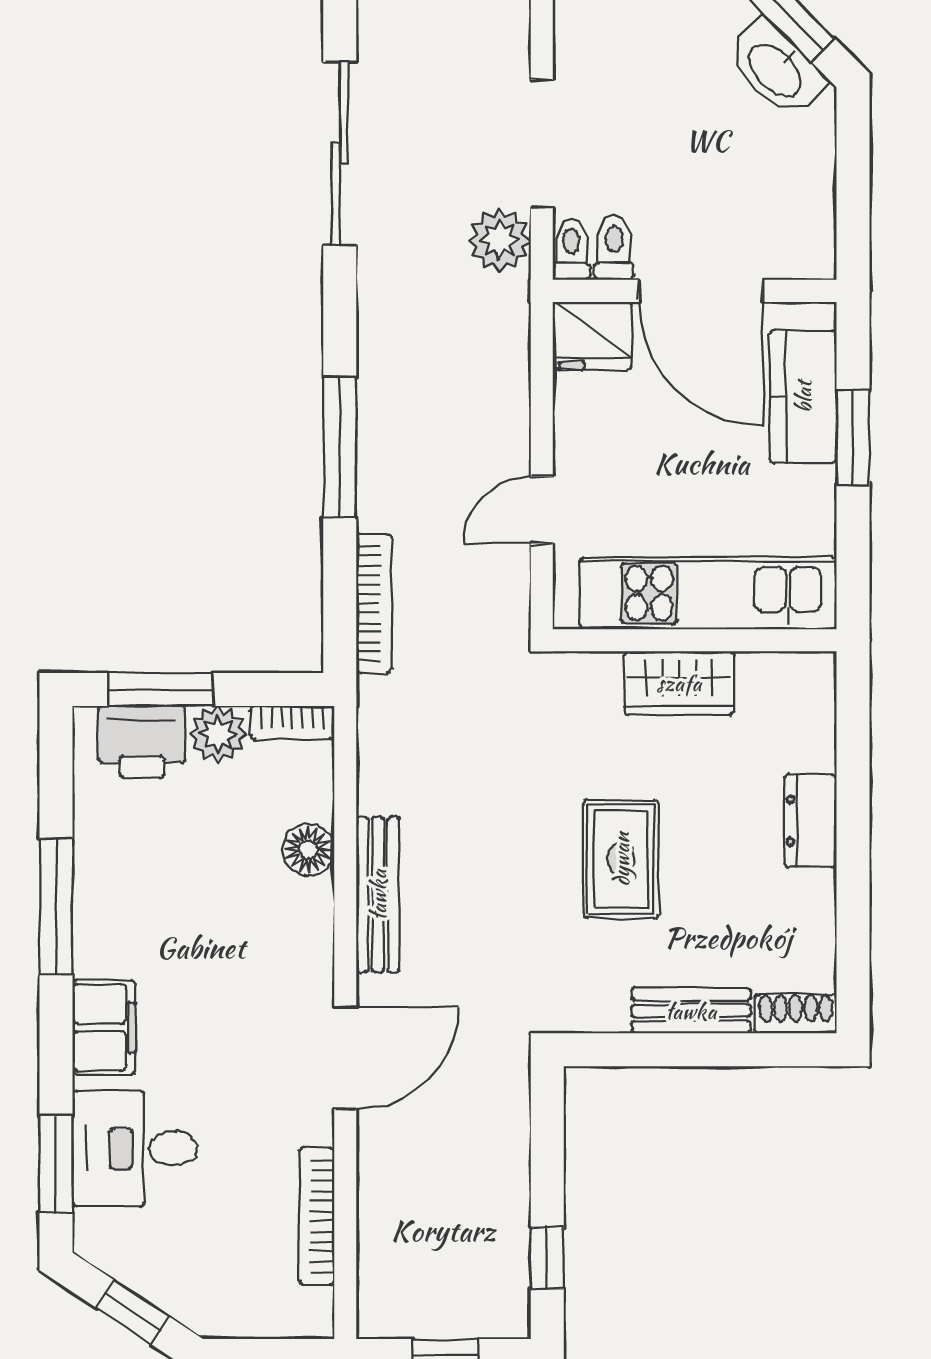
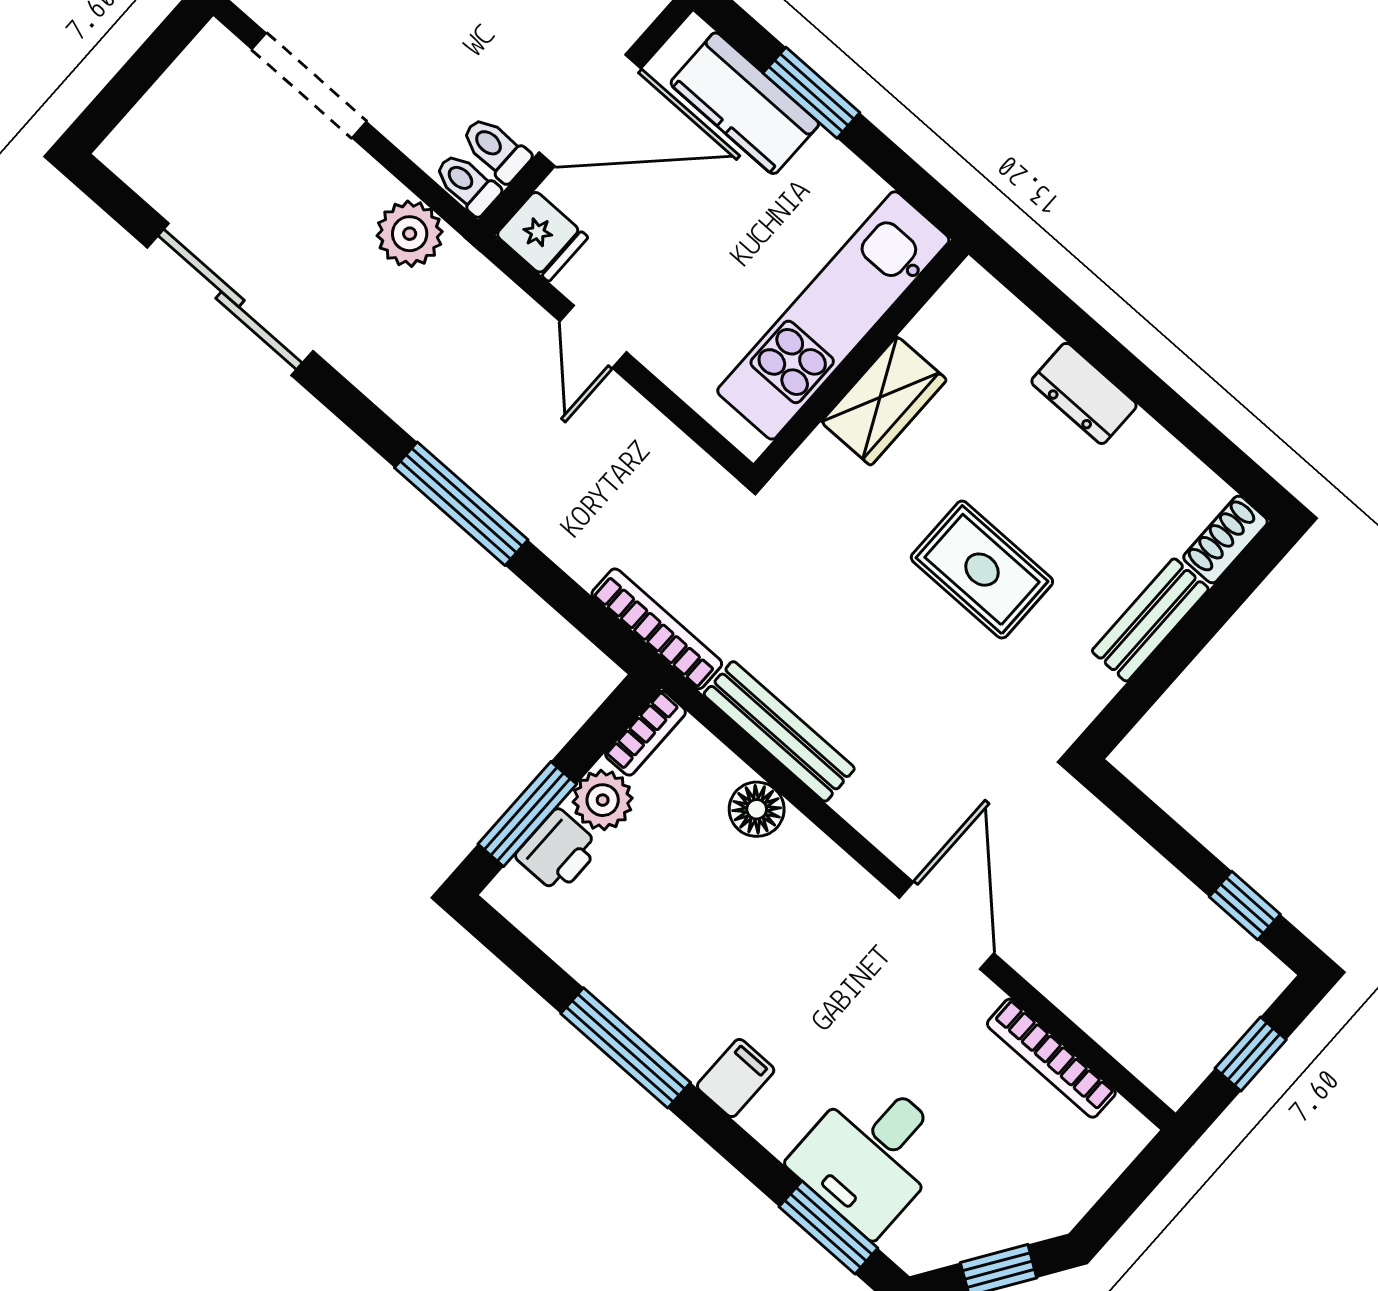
doorway: (542, 144) -> (309, 86), moved
fridge: (592, 336) -> (542, 236), width x0.72
door: (542, 510) -> (593, 337), moved
bookcase: (374, 604) -> (657, 629), moved
printer: (142, 742) -> (558, 851), width x0.73, depth x0.81
bench: (378, 895) -> (779, 731), moved
filing cabinet: (104, 1028) -> (736, 1078), width x0.50

